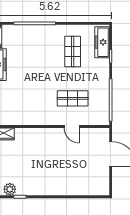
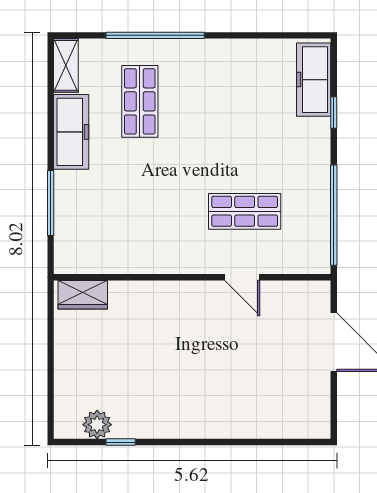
shop shelf: (73, 52) -> (140, 101), moved

